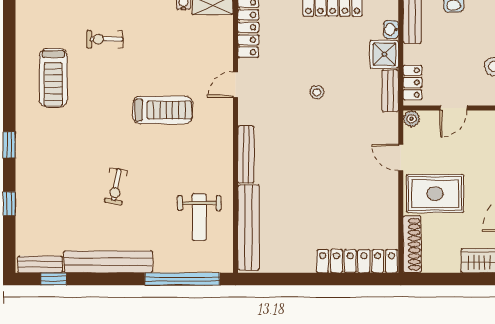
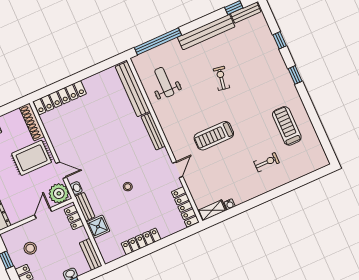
washbasin: (391, 29) -> (76, 188), moved
plant: (412, 119) -> (59, 193), width x1.88, depth x1.88

